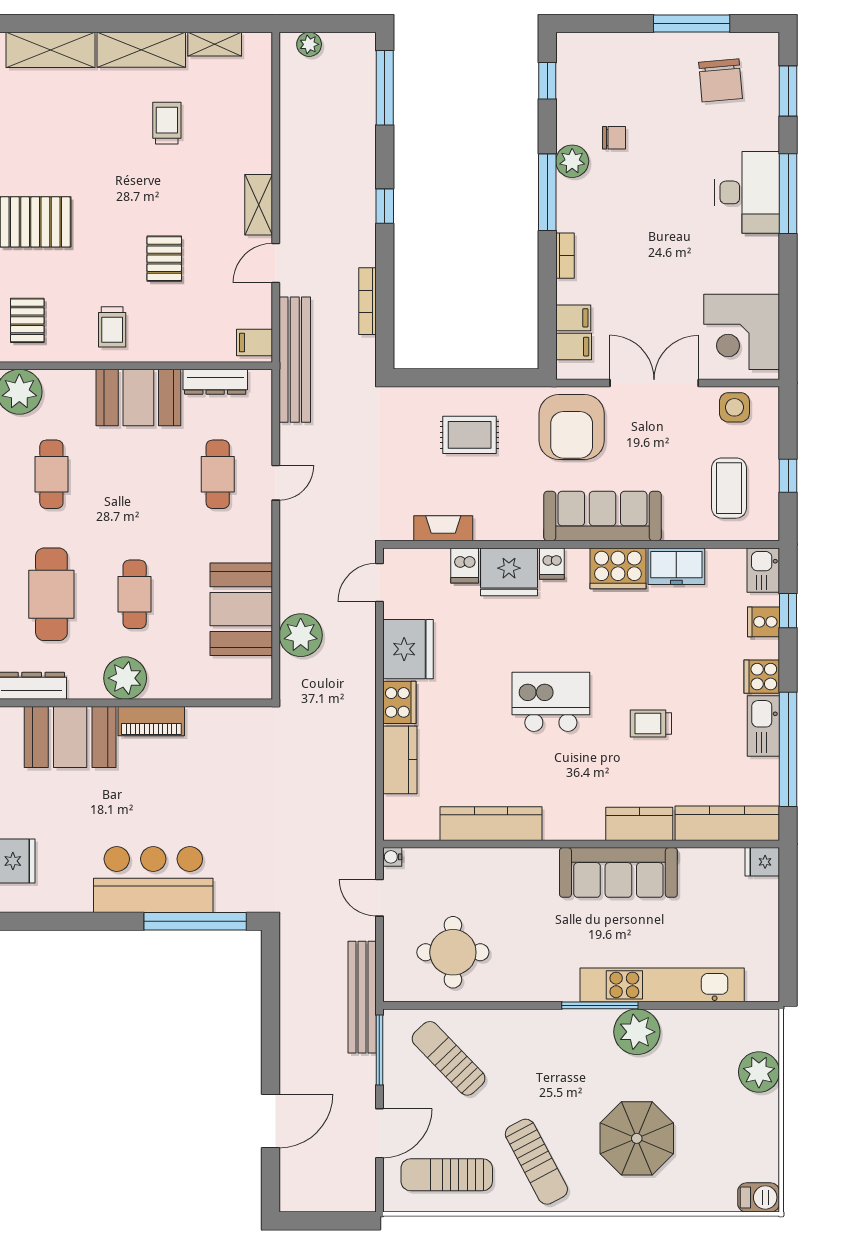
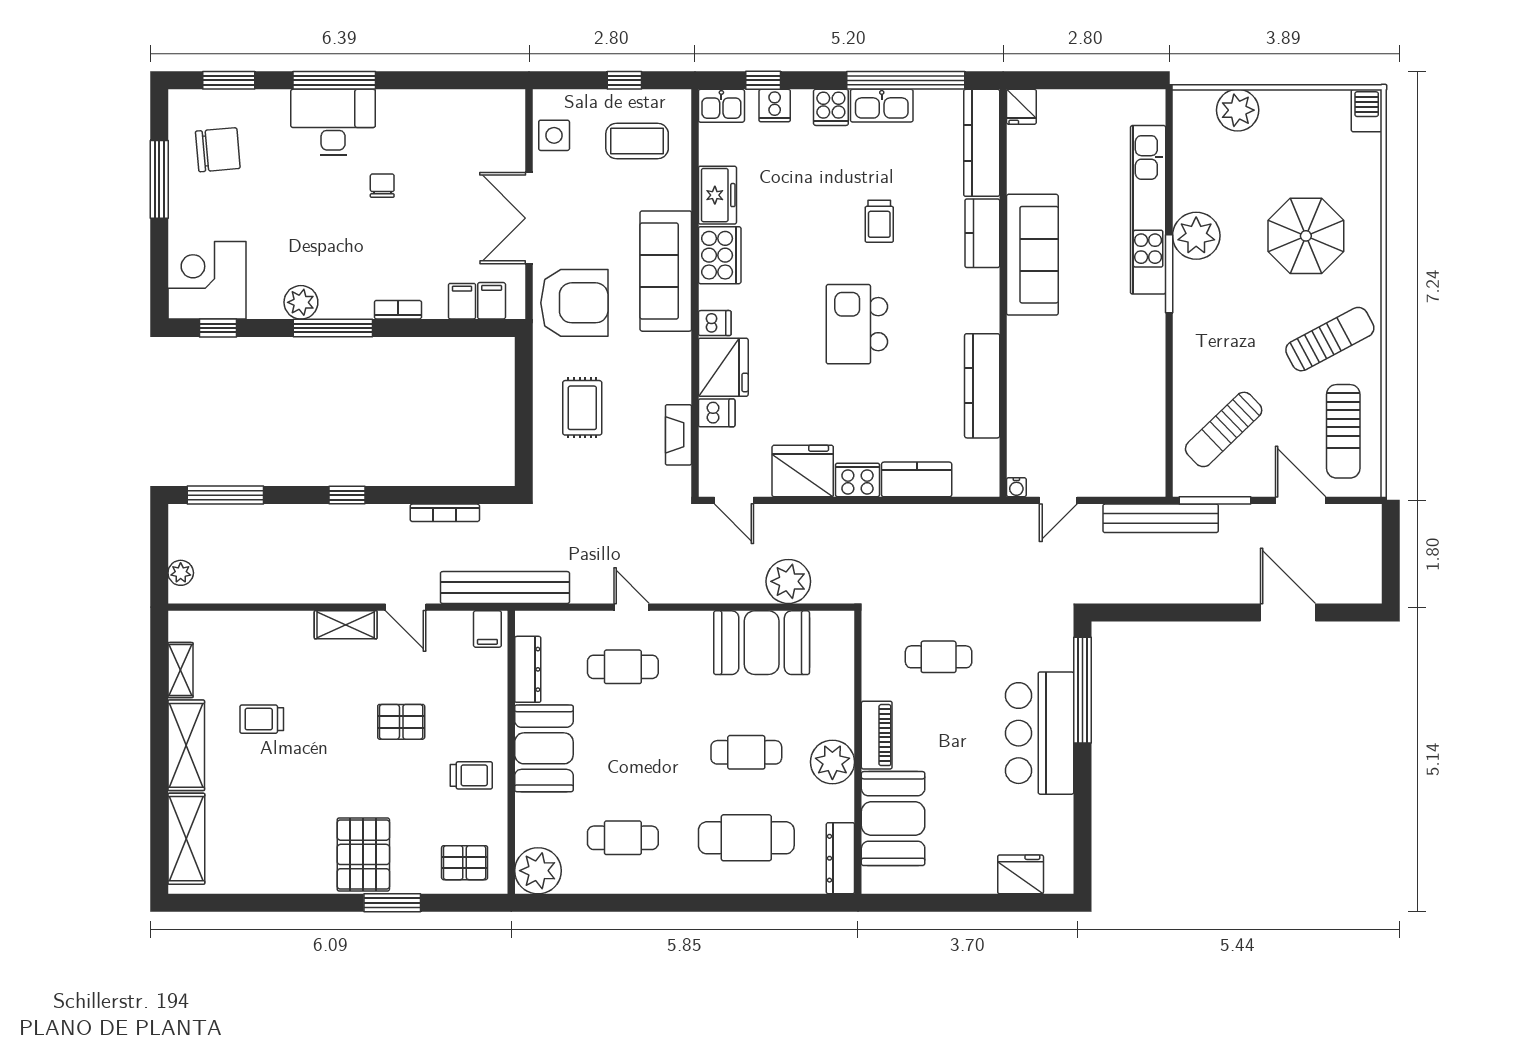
chair: (614, 138) -> (382, 186), moved
corner desk: (742, 332) -> (207, 280), moved, turned 180
cafe table: (227, 781) -> (939, 657), added
round table: (453, 952) -> (1114, 425), removed

